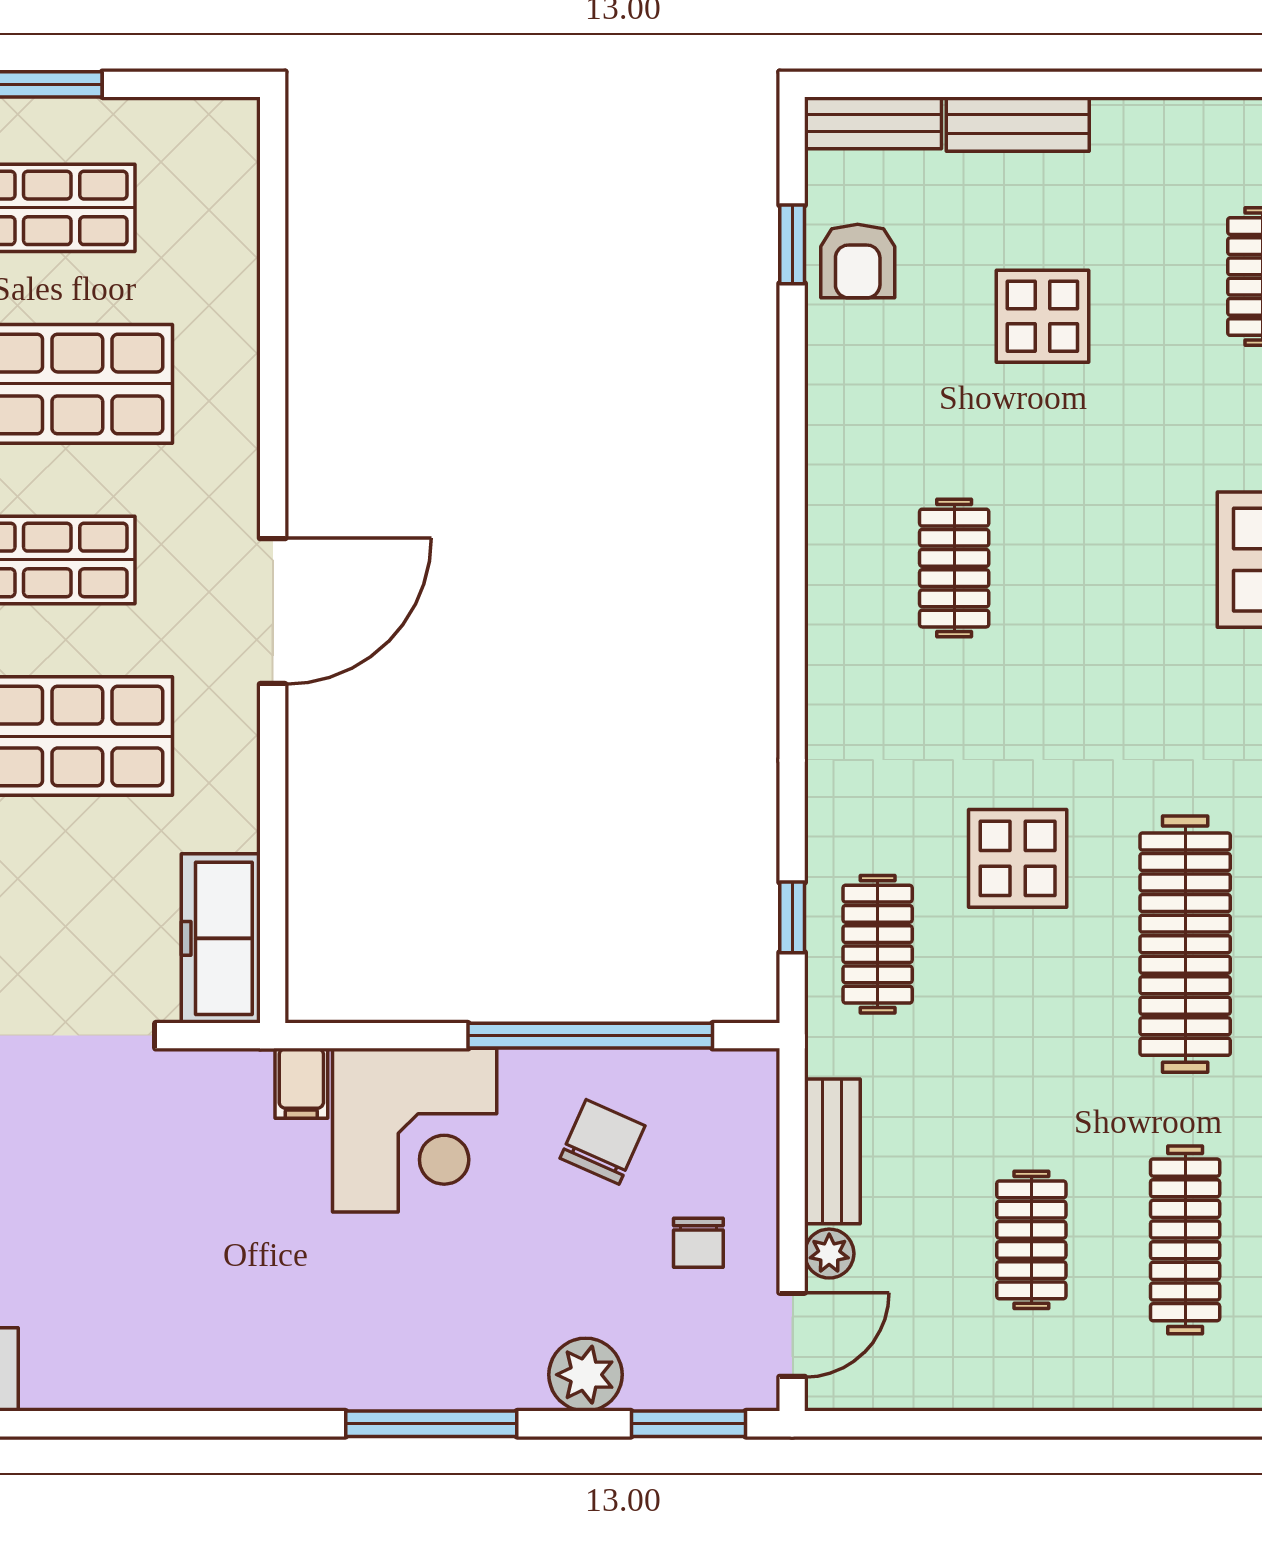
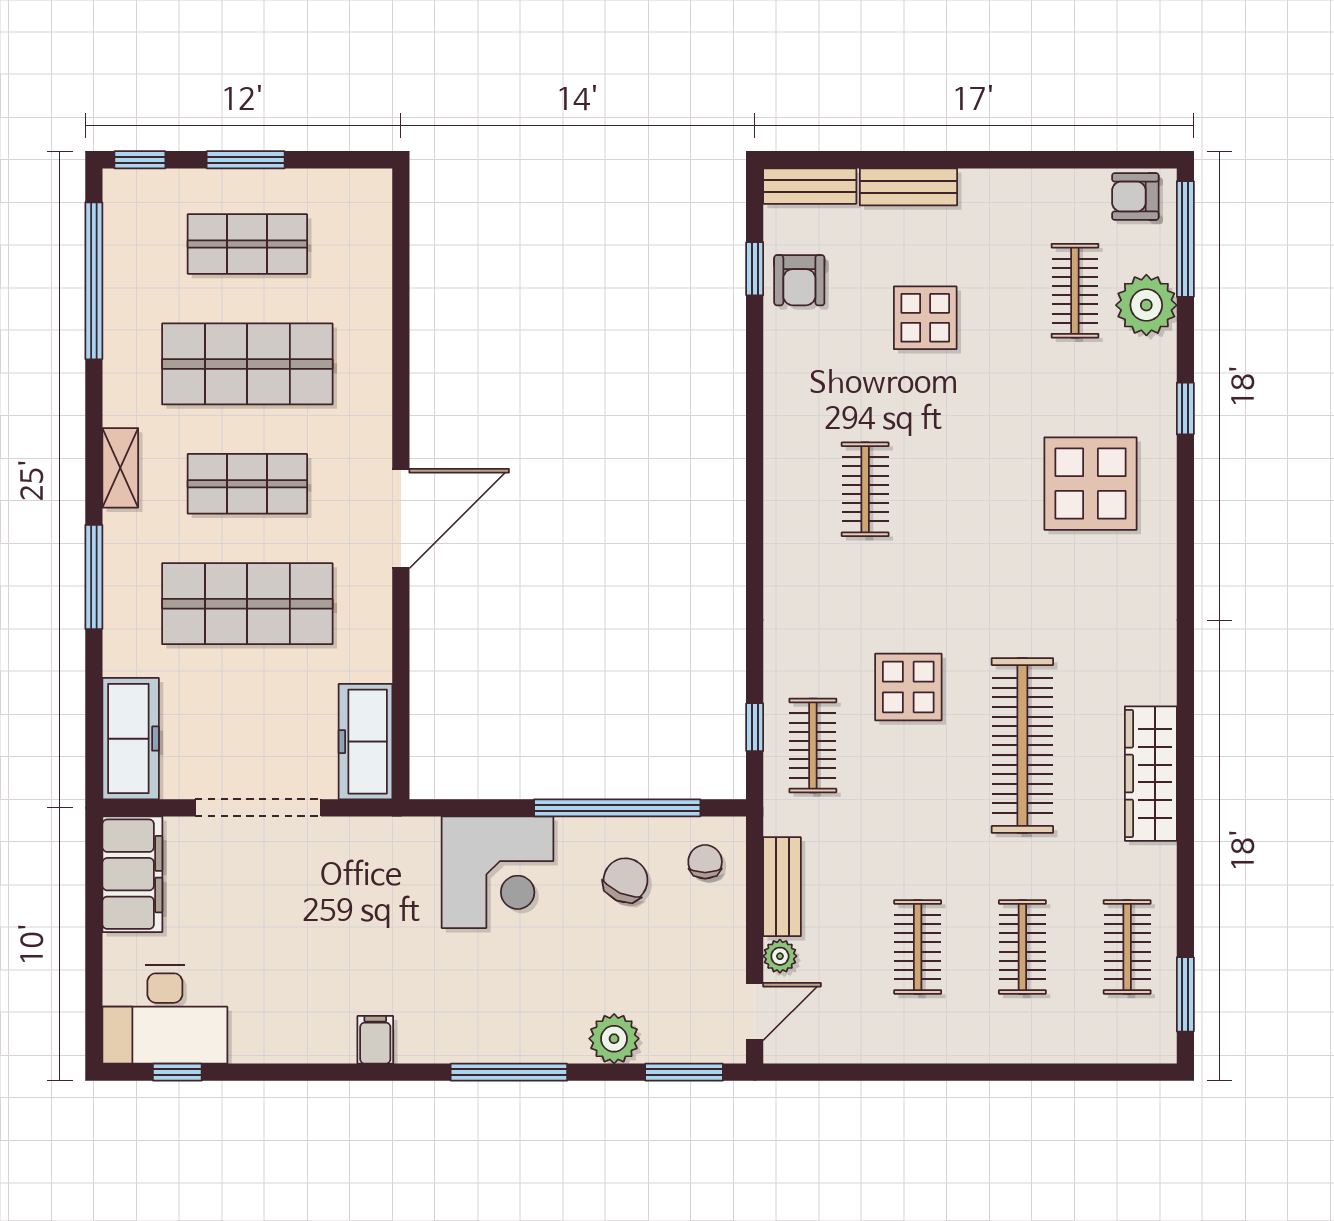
filing cabinet: (301, 1083) -> (375, 1040), moved, turned 180
clothes rail: (1185, 1240) -> (1022, 947), width x0.73
chair: (698, 1243) -> (705, 862), moved, turned 180

